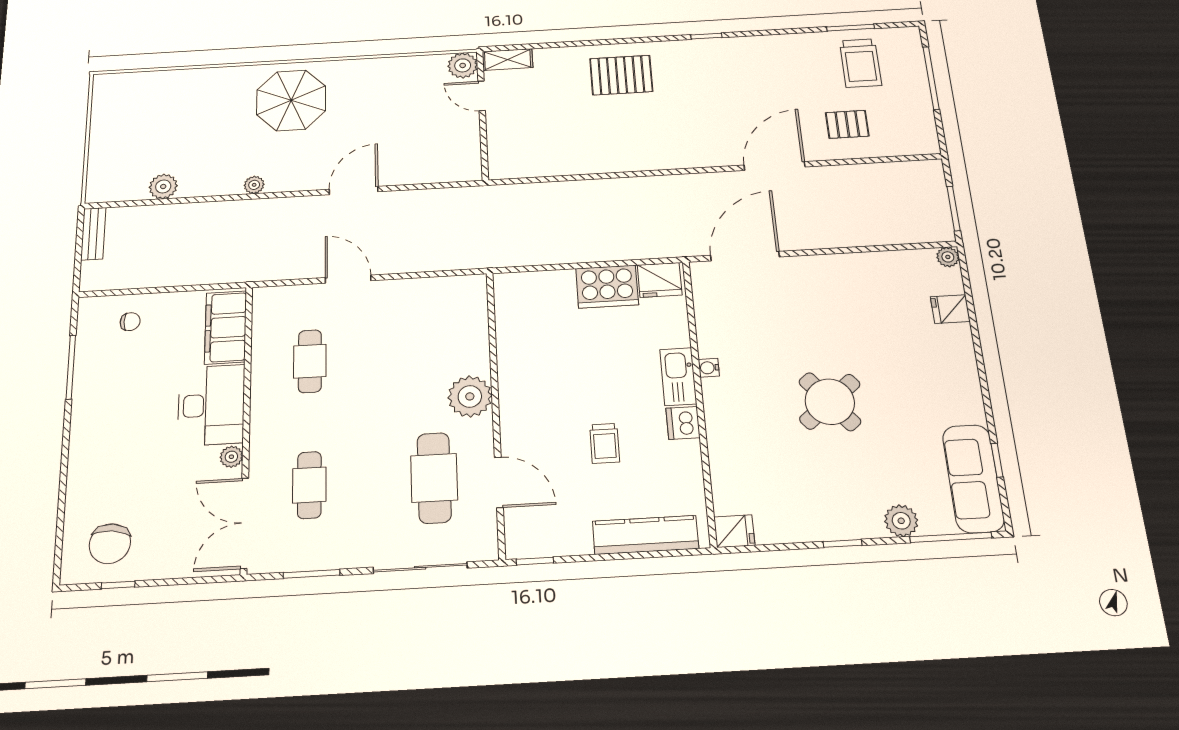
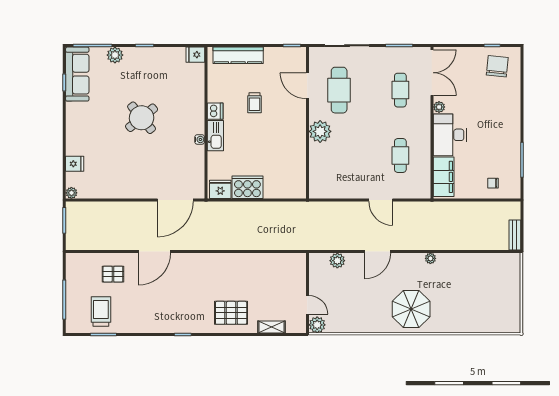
shelving: (508, 60) -> (271, 327), moved
plant: (163, 187) -> (337, 261), moved
trolley: (605, 443) -> (255, 103), turned 180

